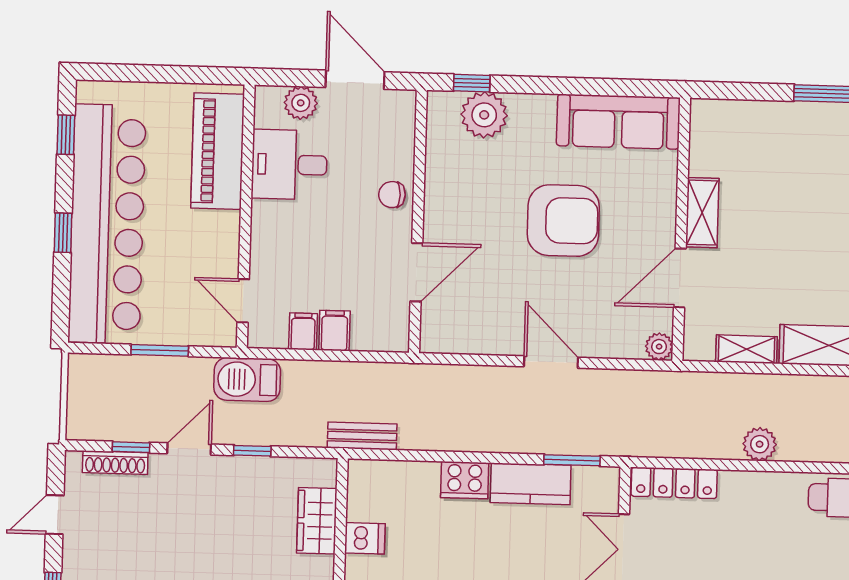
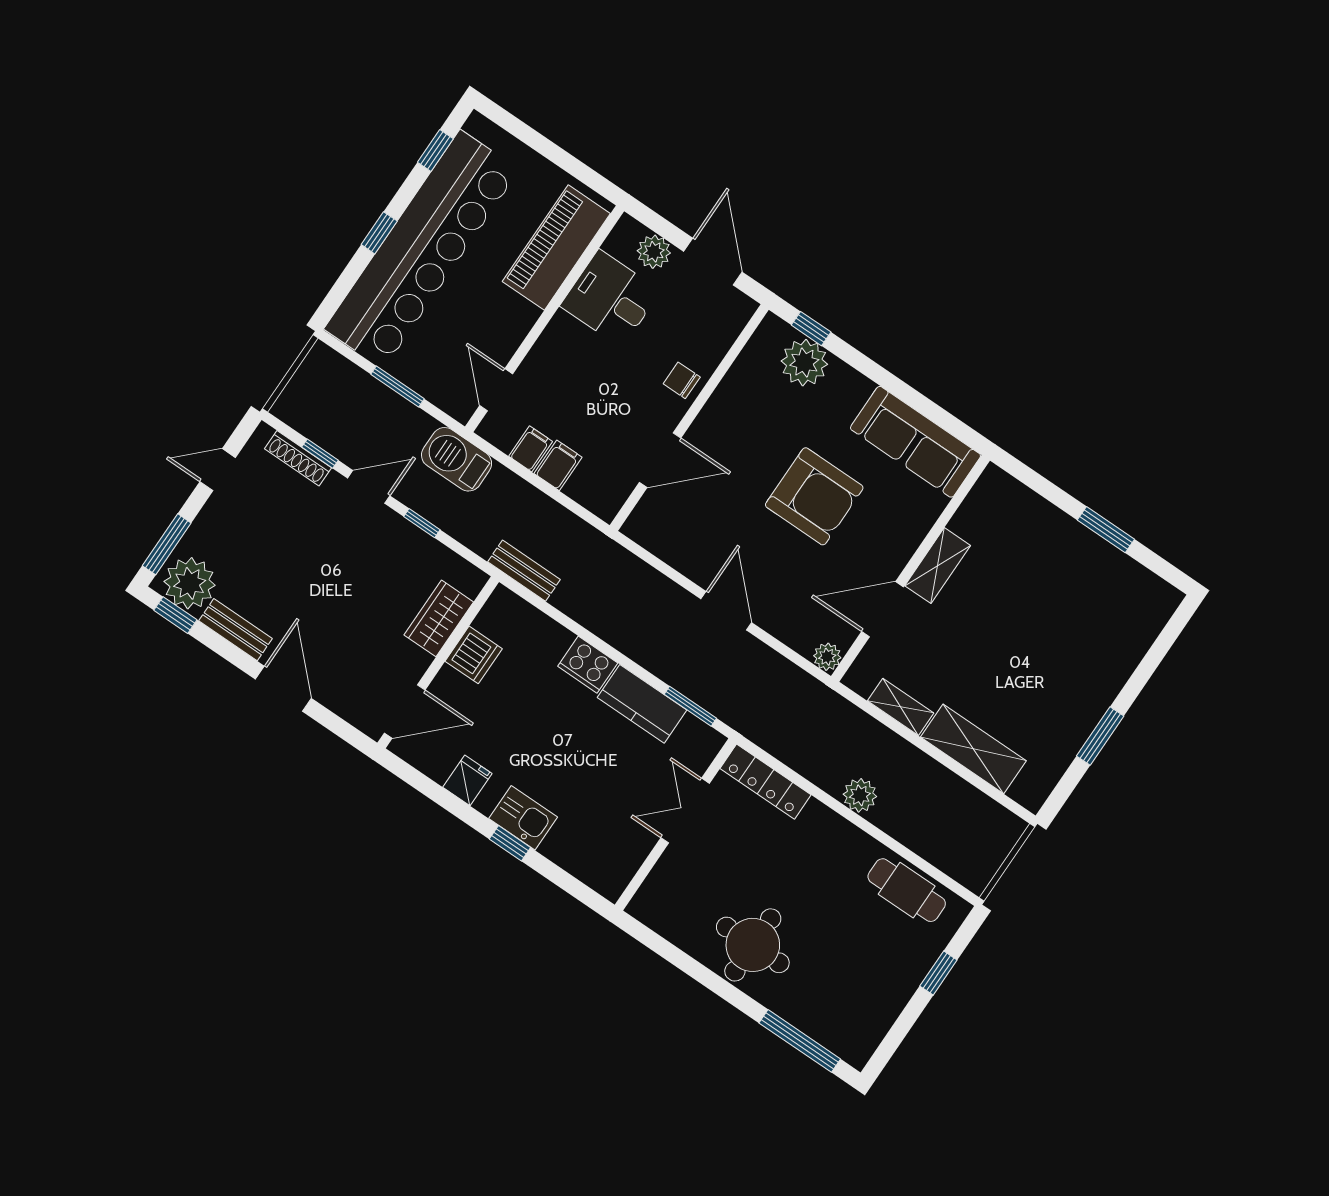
dishwasher: (365, 538) -> (474, 655), width x1.38

